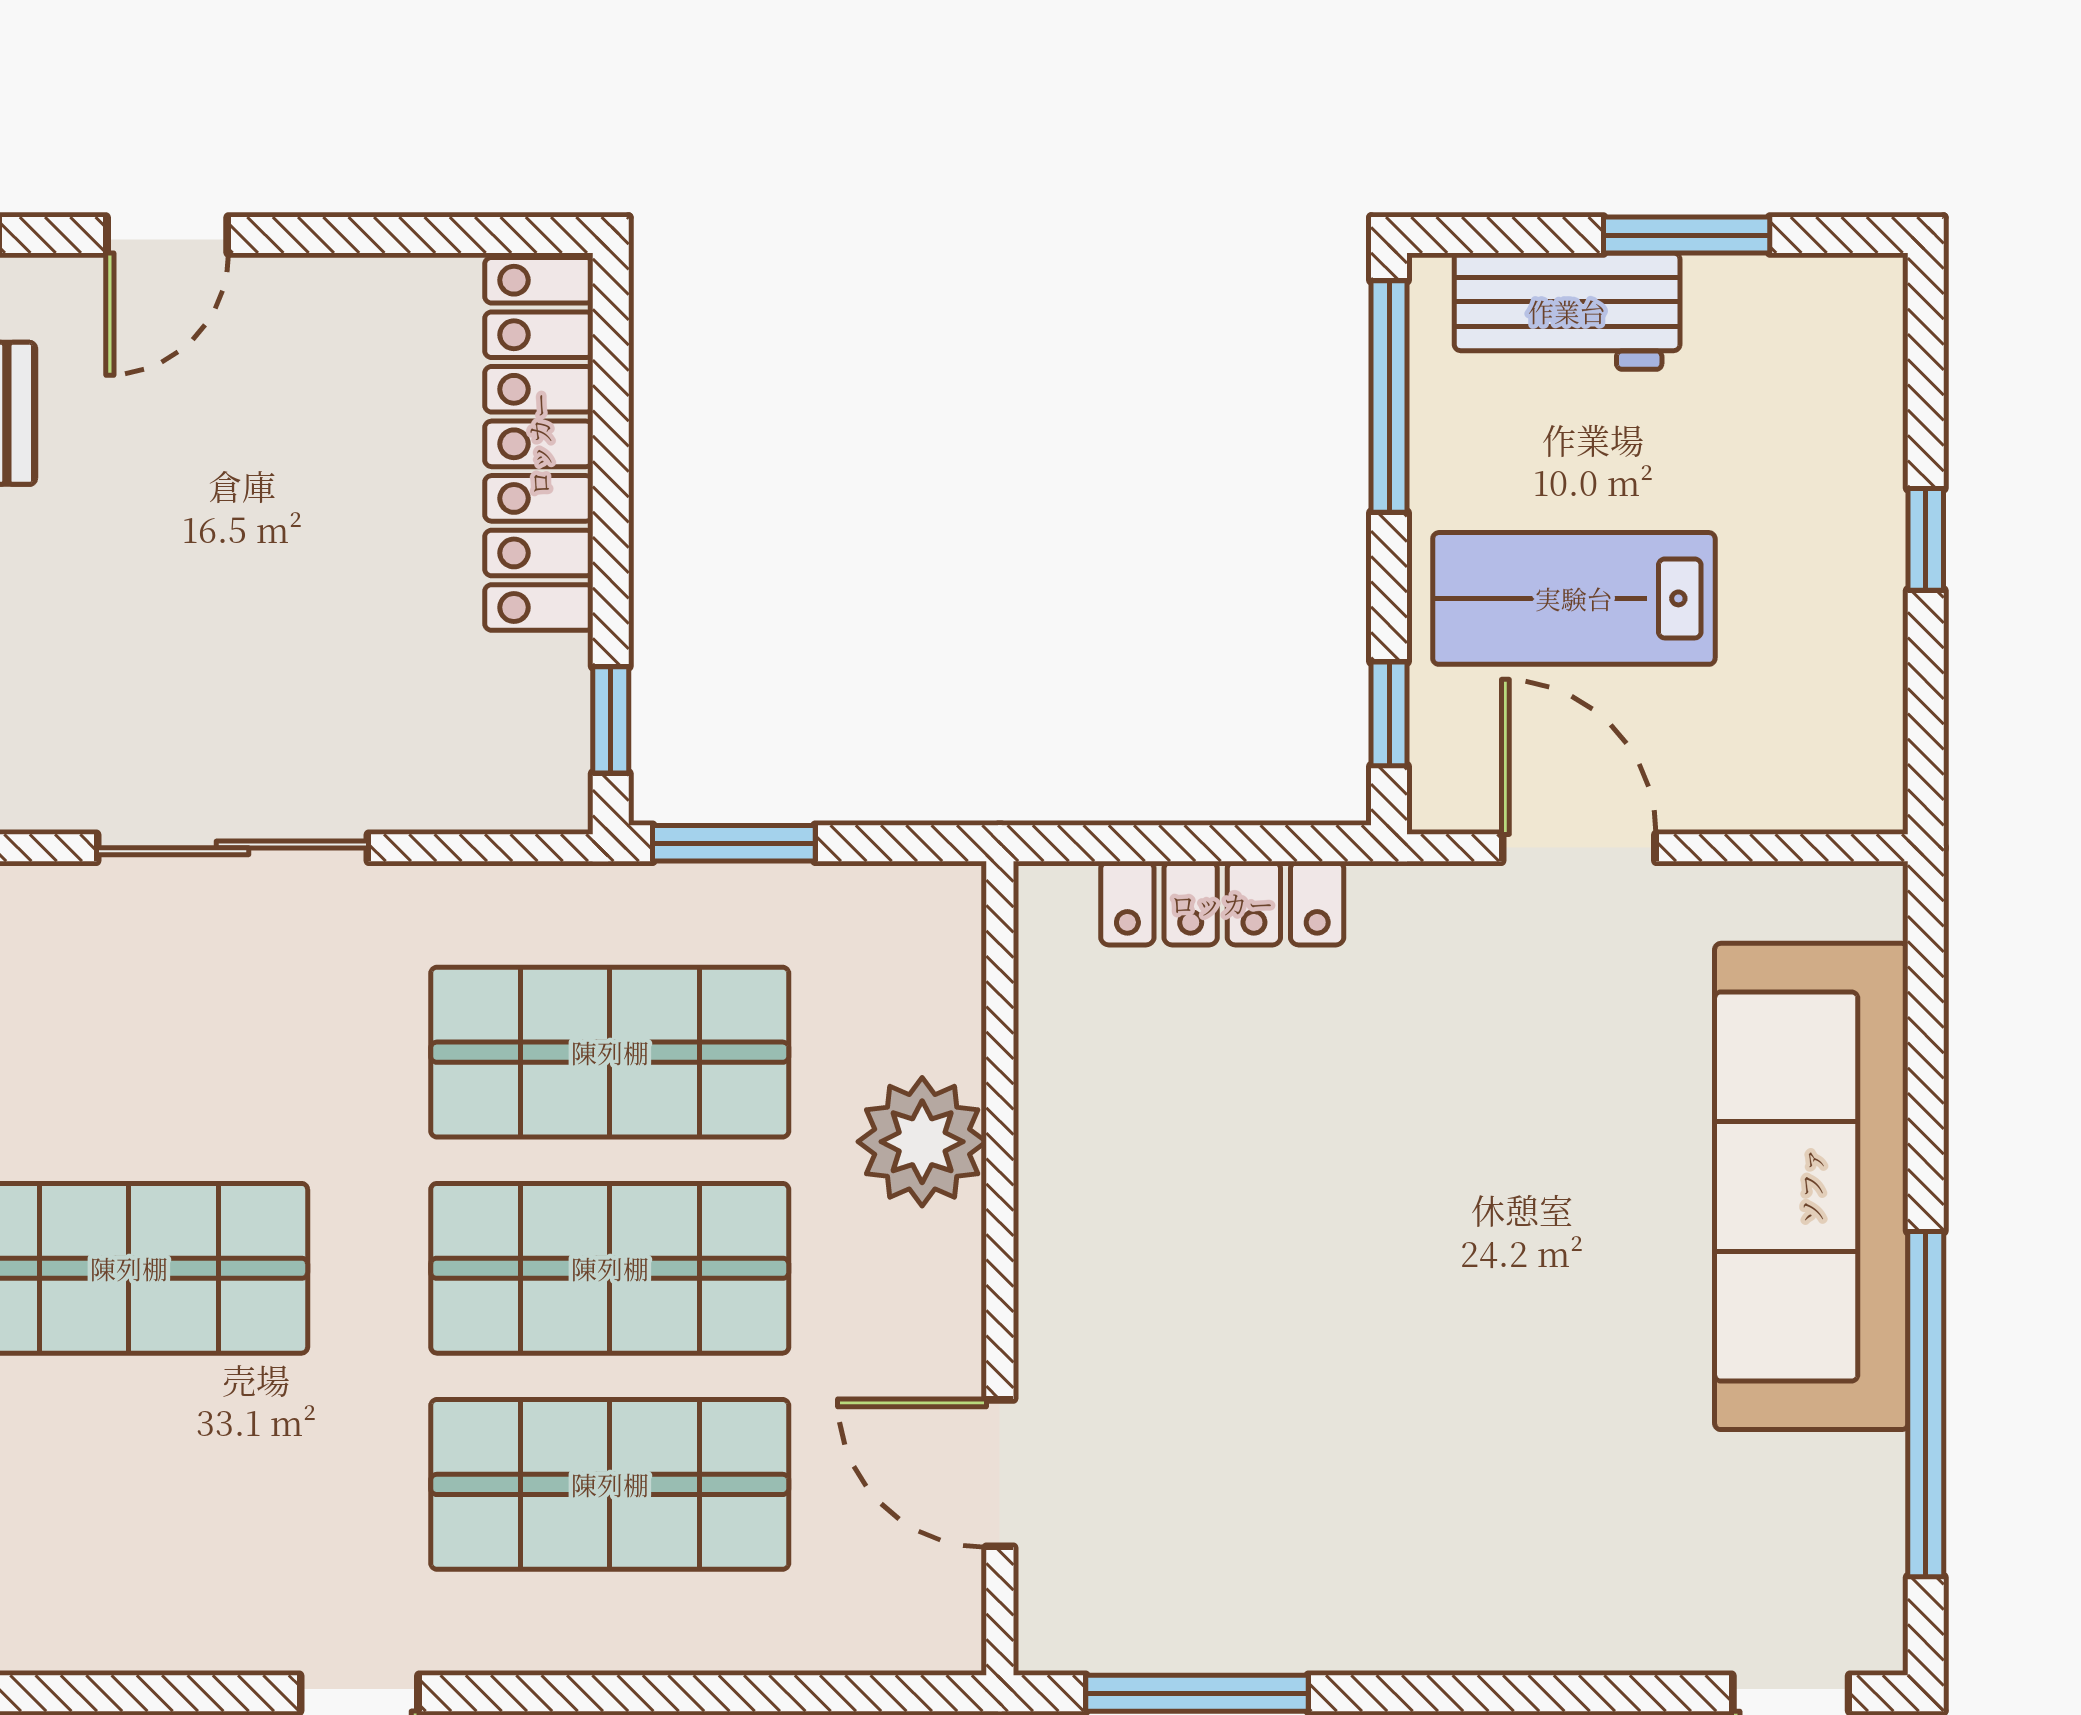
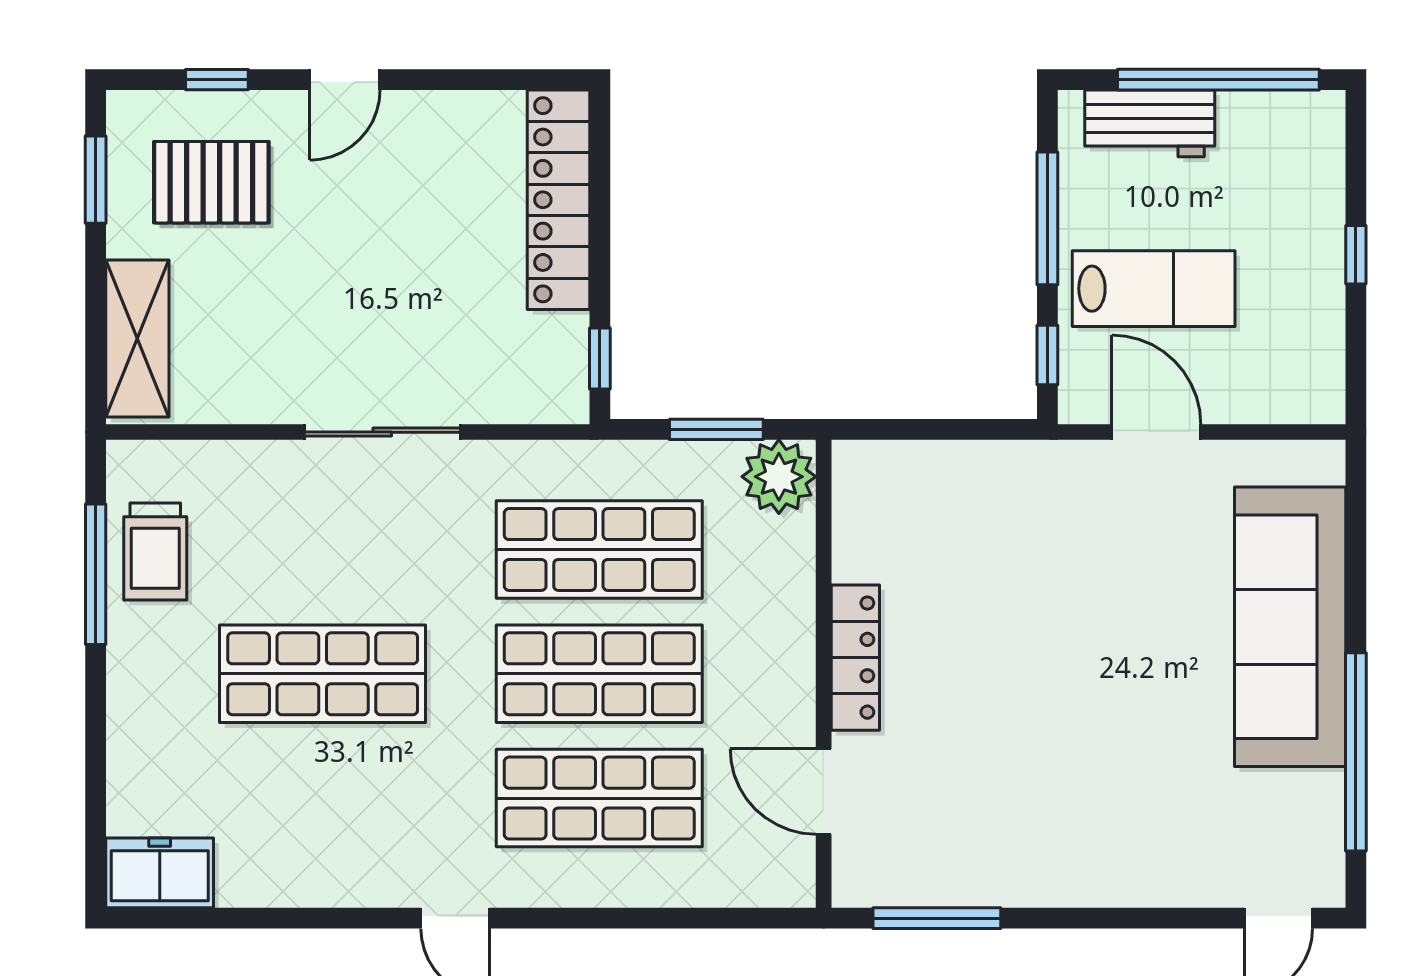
window: (1687, 235) -> (1218, 80), width x2.11
window: (1389, 396) -> (1047, 218), moved
lab bench: (1574, 598) -> (1154, 289), turned 180
window: (734, 843) -> (716, 429), moved
locker: (1222, 903) -> (855, 658), moved, turned -90
plant: (922, 1142) -> (779, 477), moved

